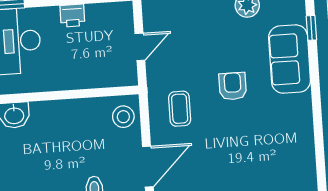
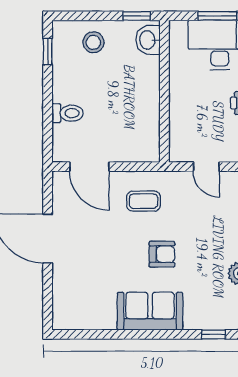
sofa: (290, 59) -> (150, 311), moved
stool: (123, 117) -> (93, 42), moved

